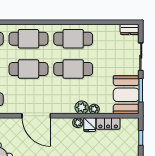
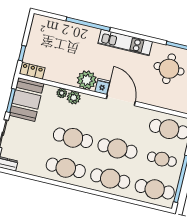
plant: (78, 123) -> (87, 80), width x1.87, depth x1.87
locker: (108, 123) -> (32, 71), moved
fridge: (90, 125) -> (102, 86), moved

